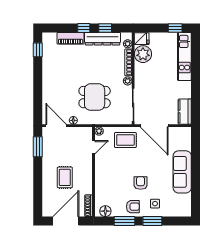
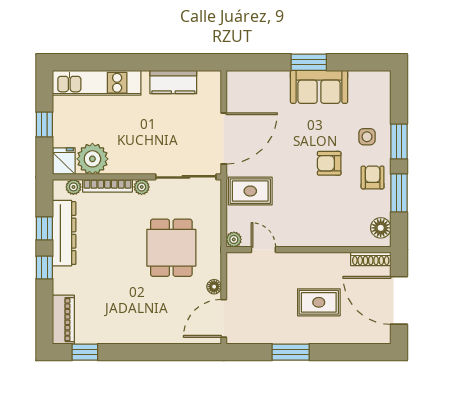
window: (175, 28) -> (44, 124), moved
piano: (71, 38) -> (63, 320), moved
kitchen counter: (185, 112) -> (173, 82), moved
rug: (125, 140) -> (250, 191), turned 90
window: (38, 147) -> (291, 352), moved
sofa: (182, 172) -> (319, 87), width x0.73
window: (196, 172) -> (309, 62), added

